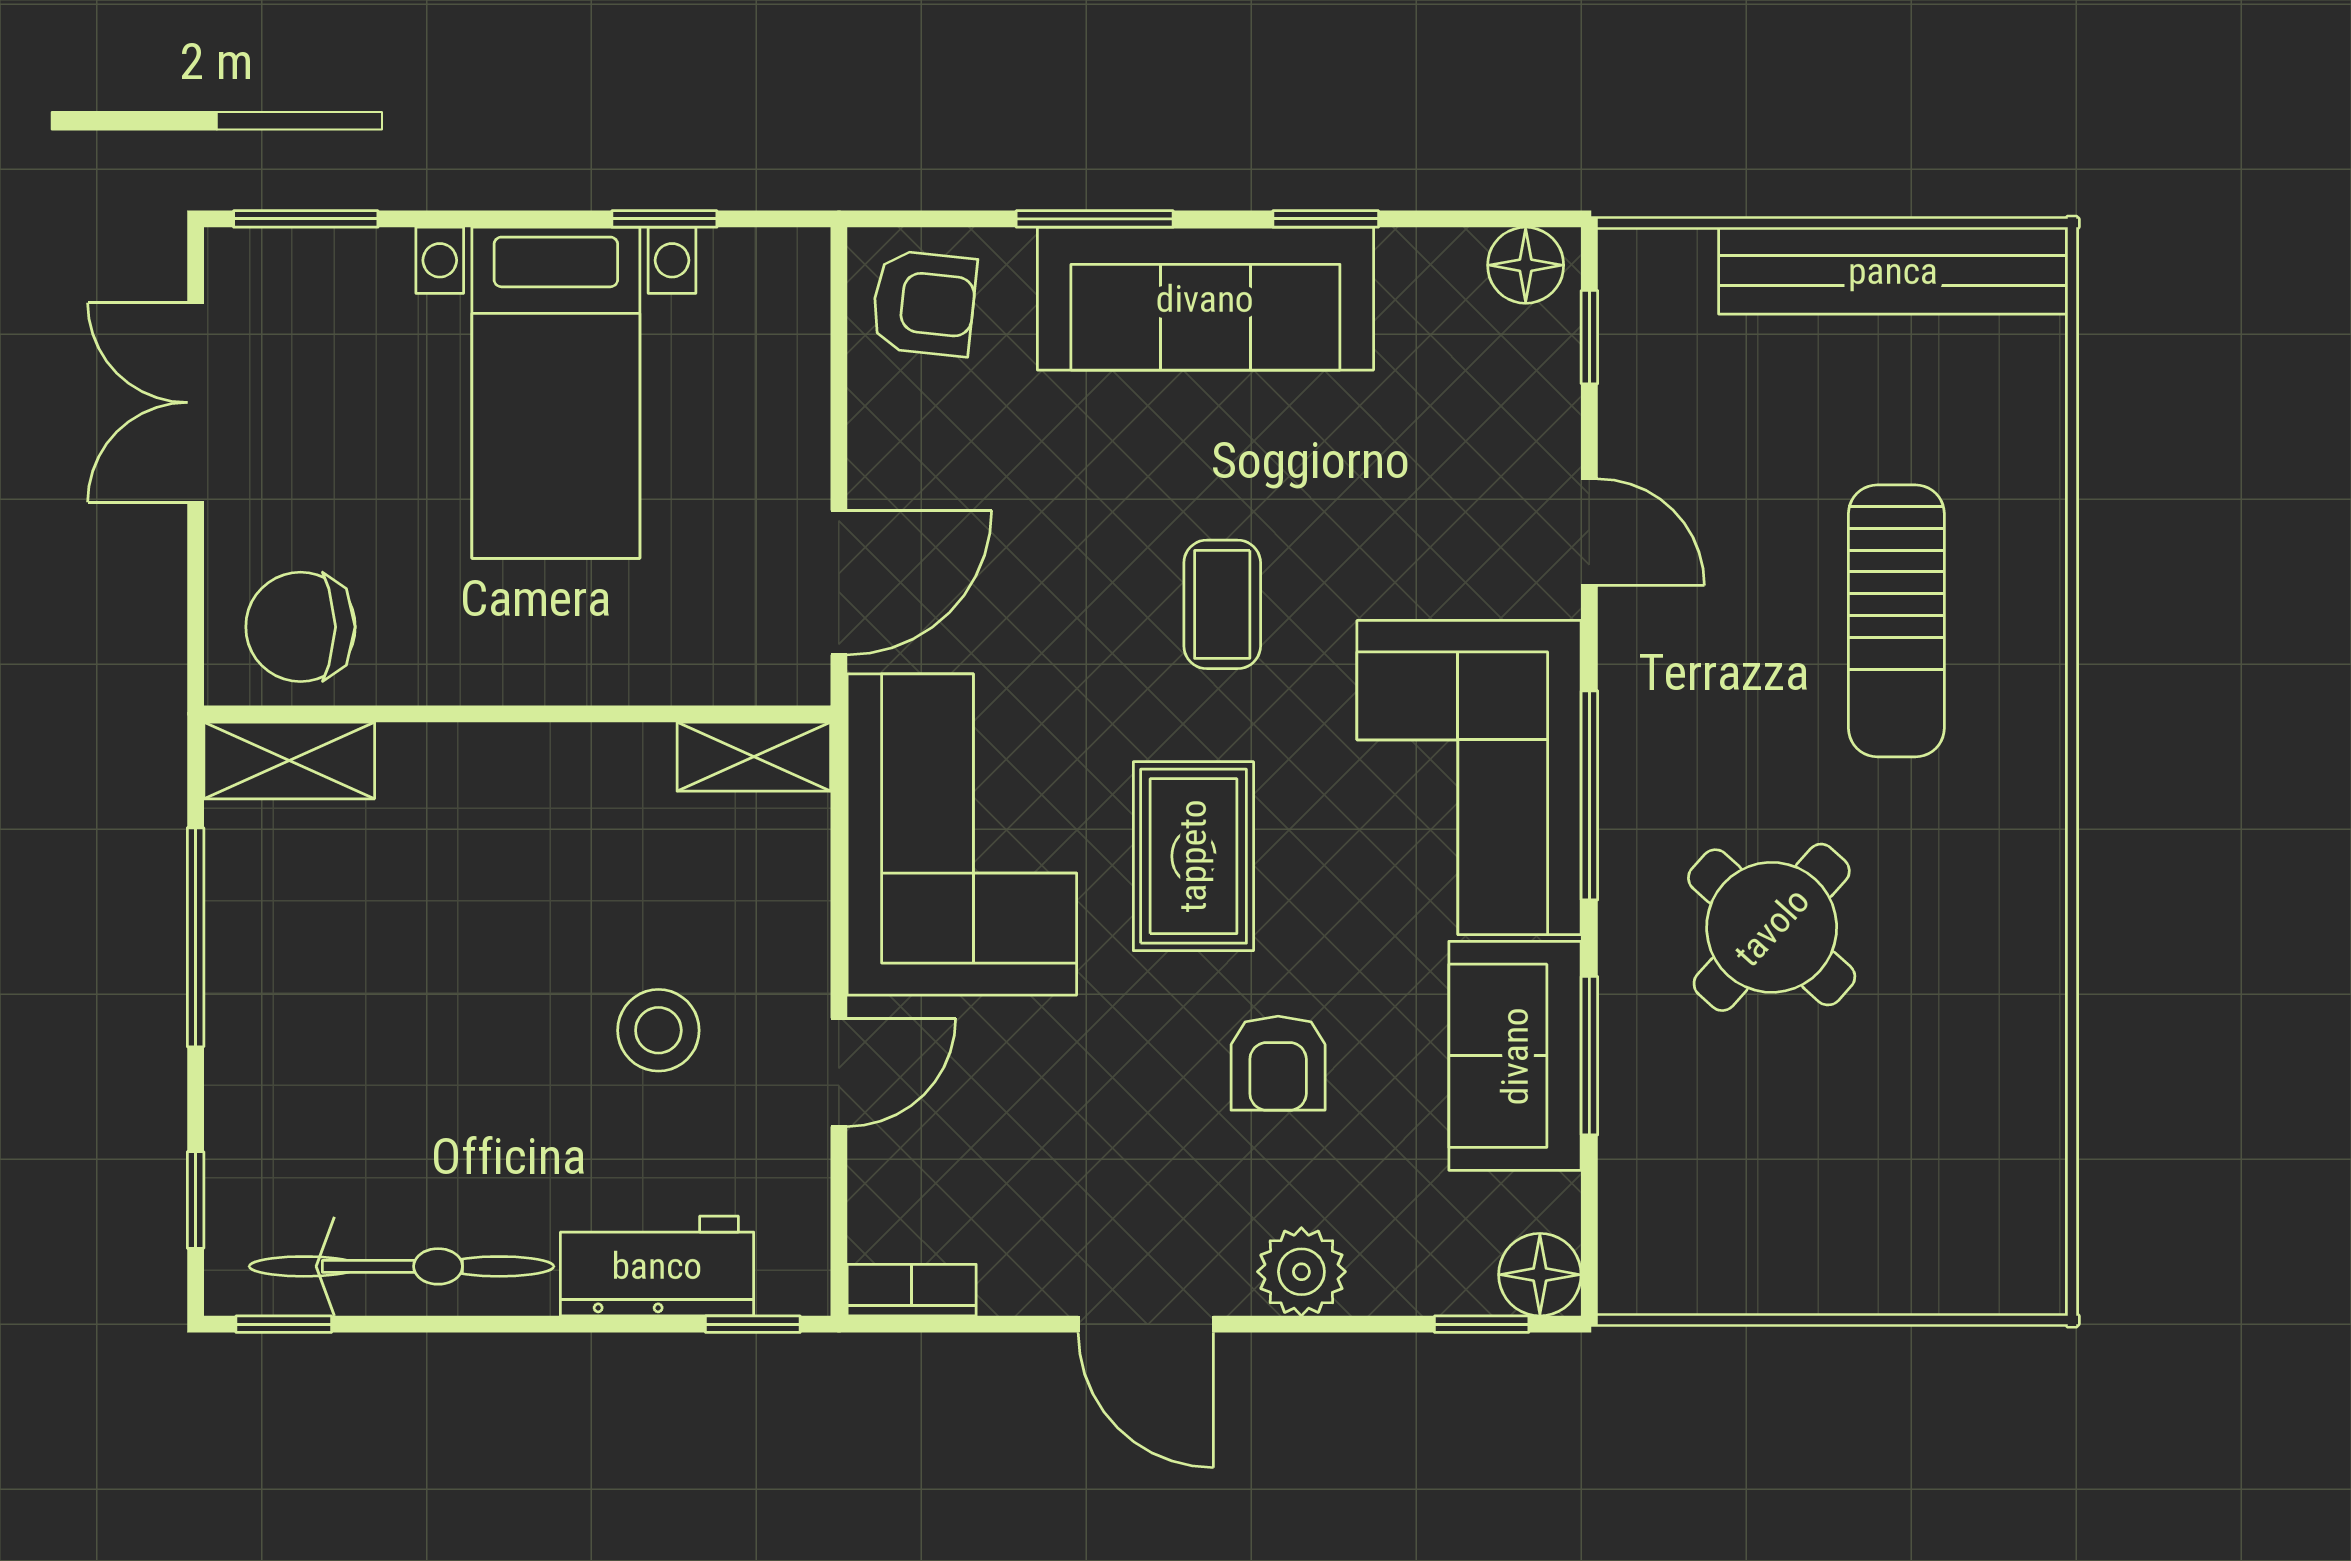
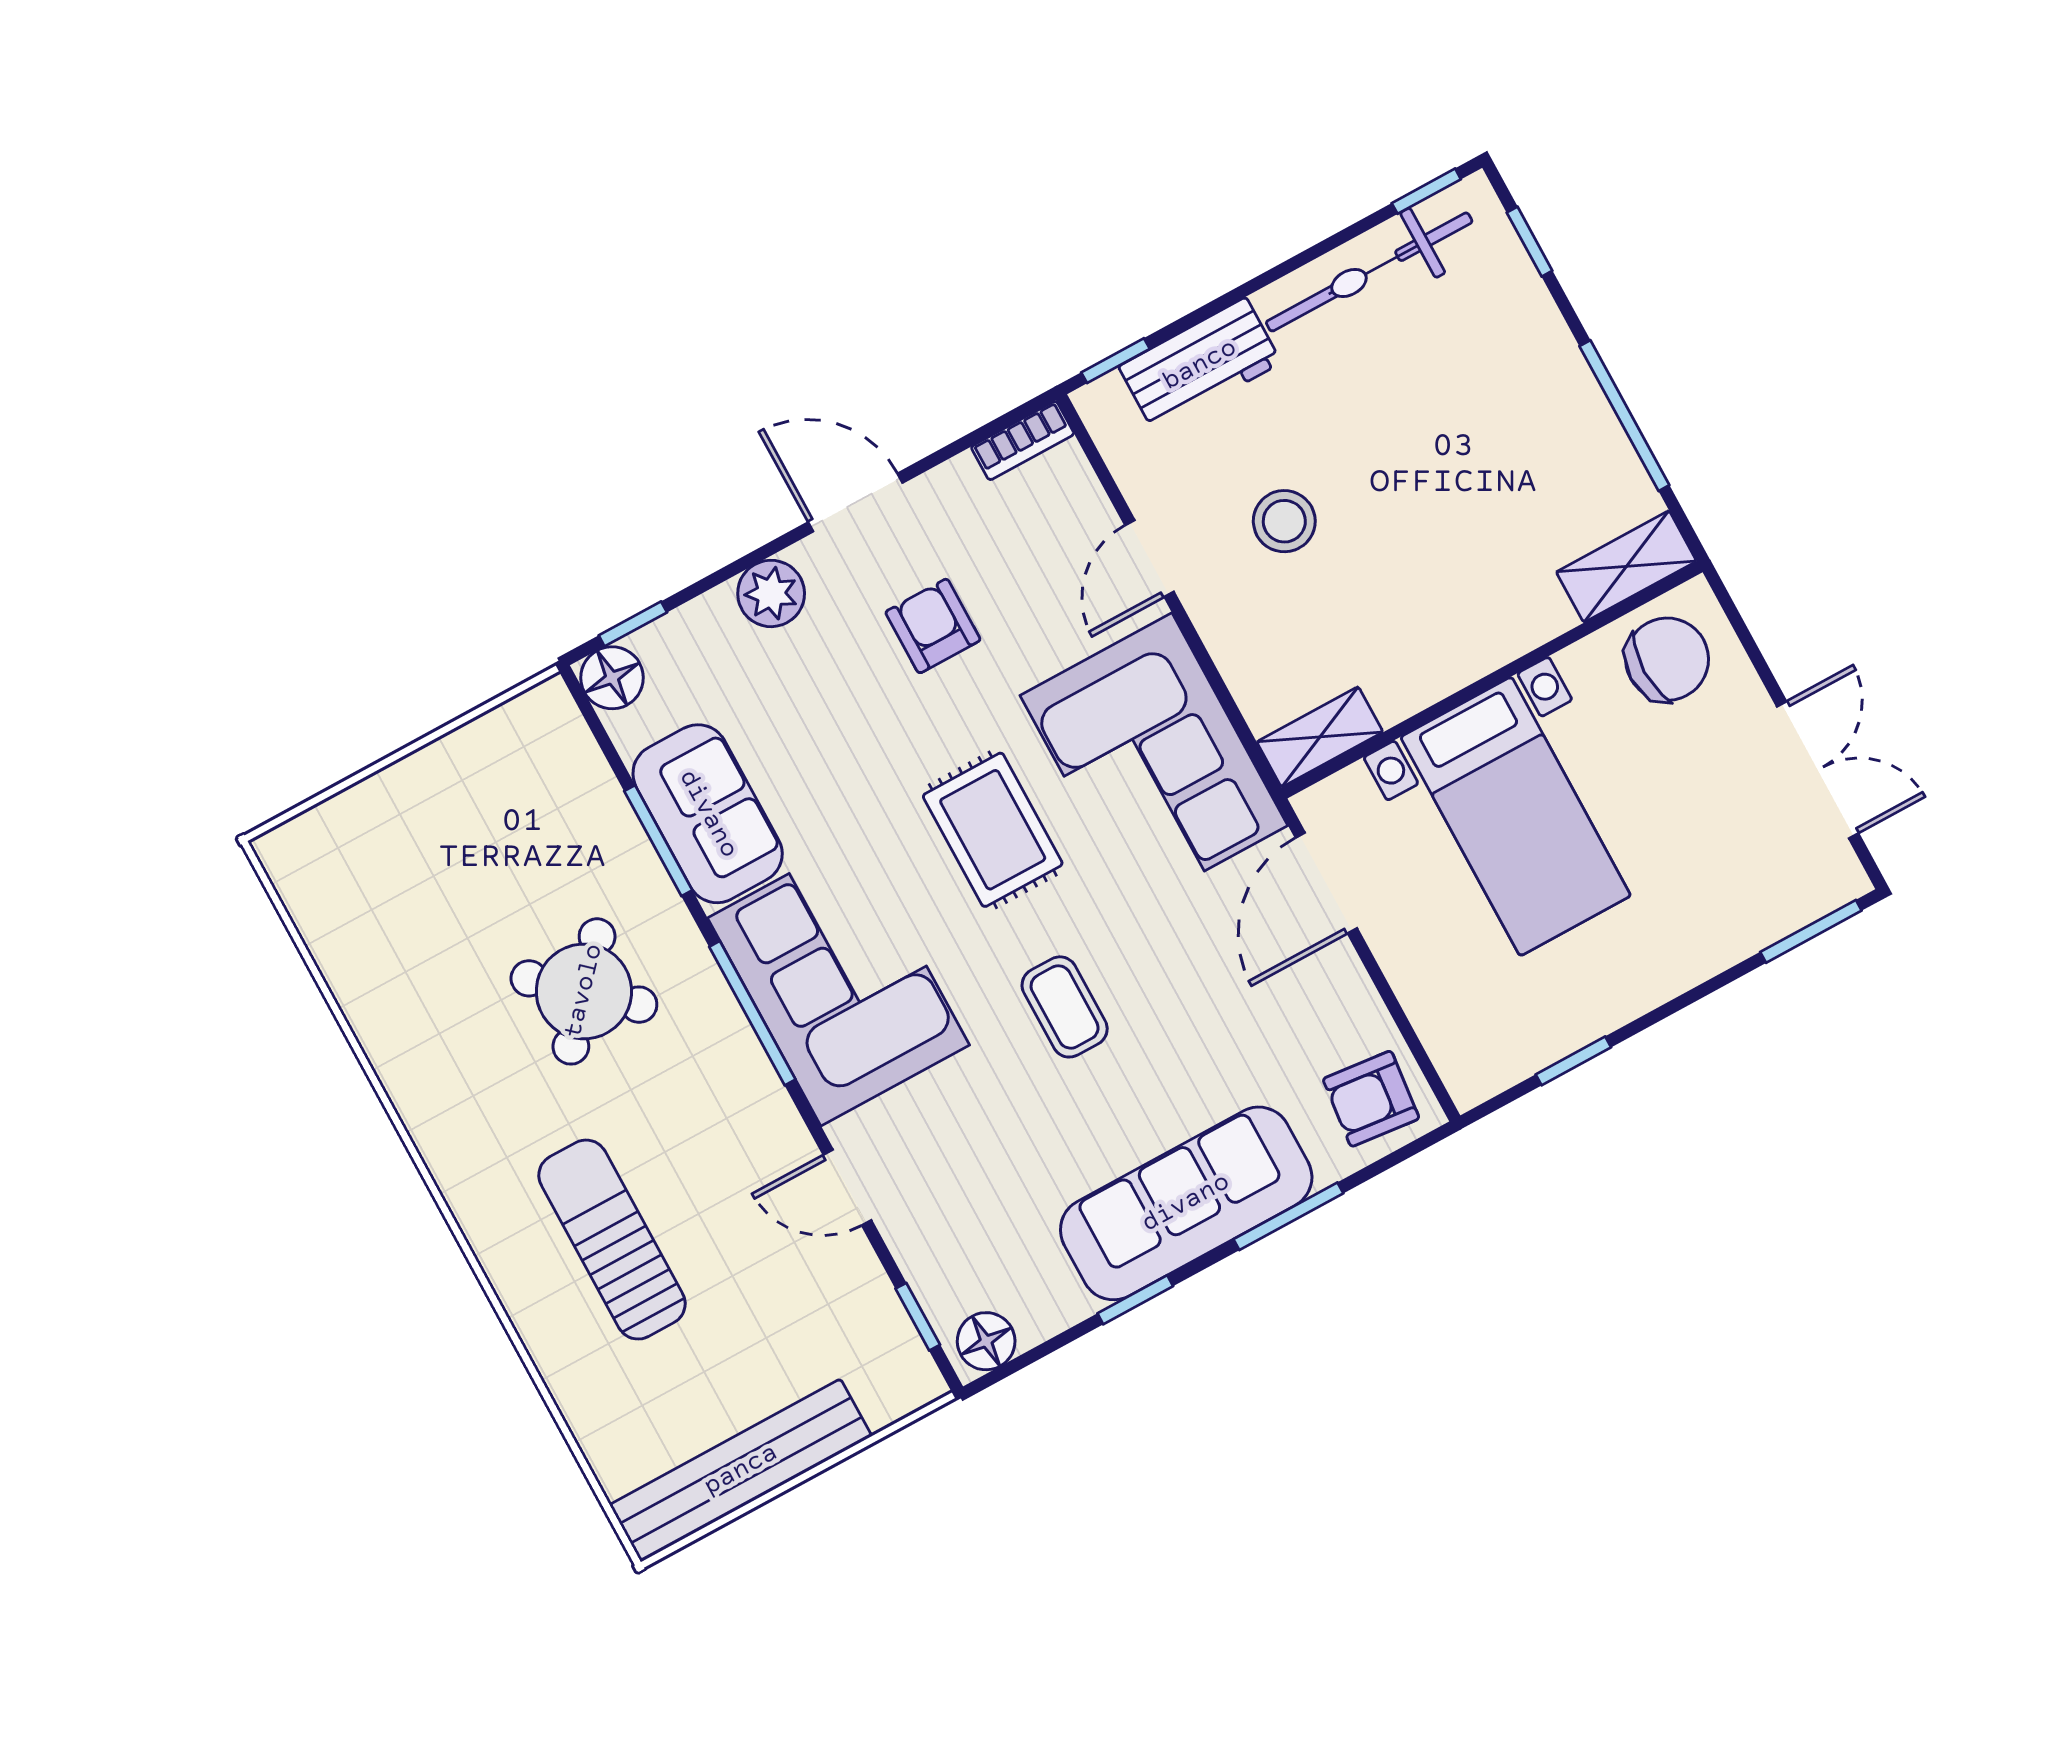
bed with nightstands: (556, 393) -> (1516, 816), moved, turned 180
armchair: (1278, 1063) -> (933, 626), moved

